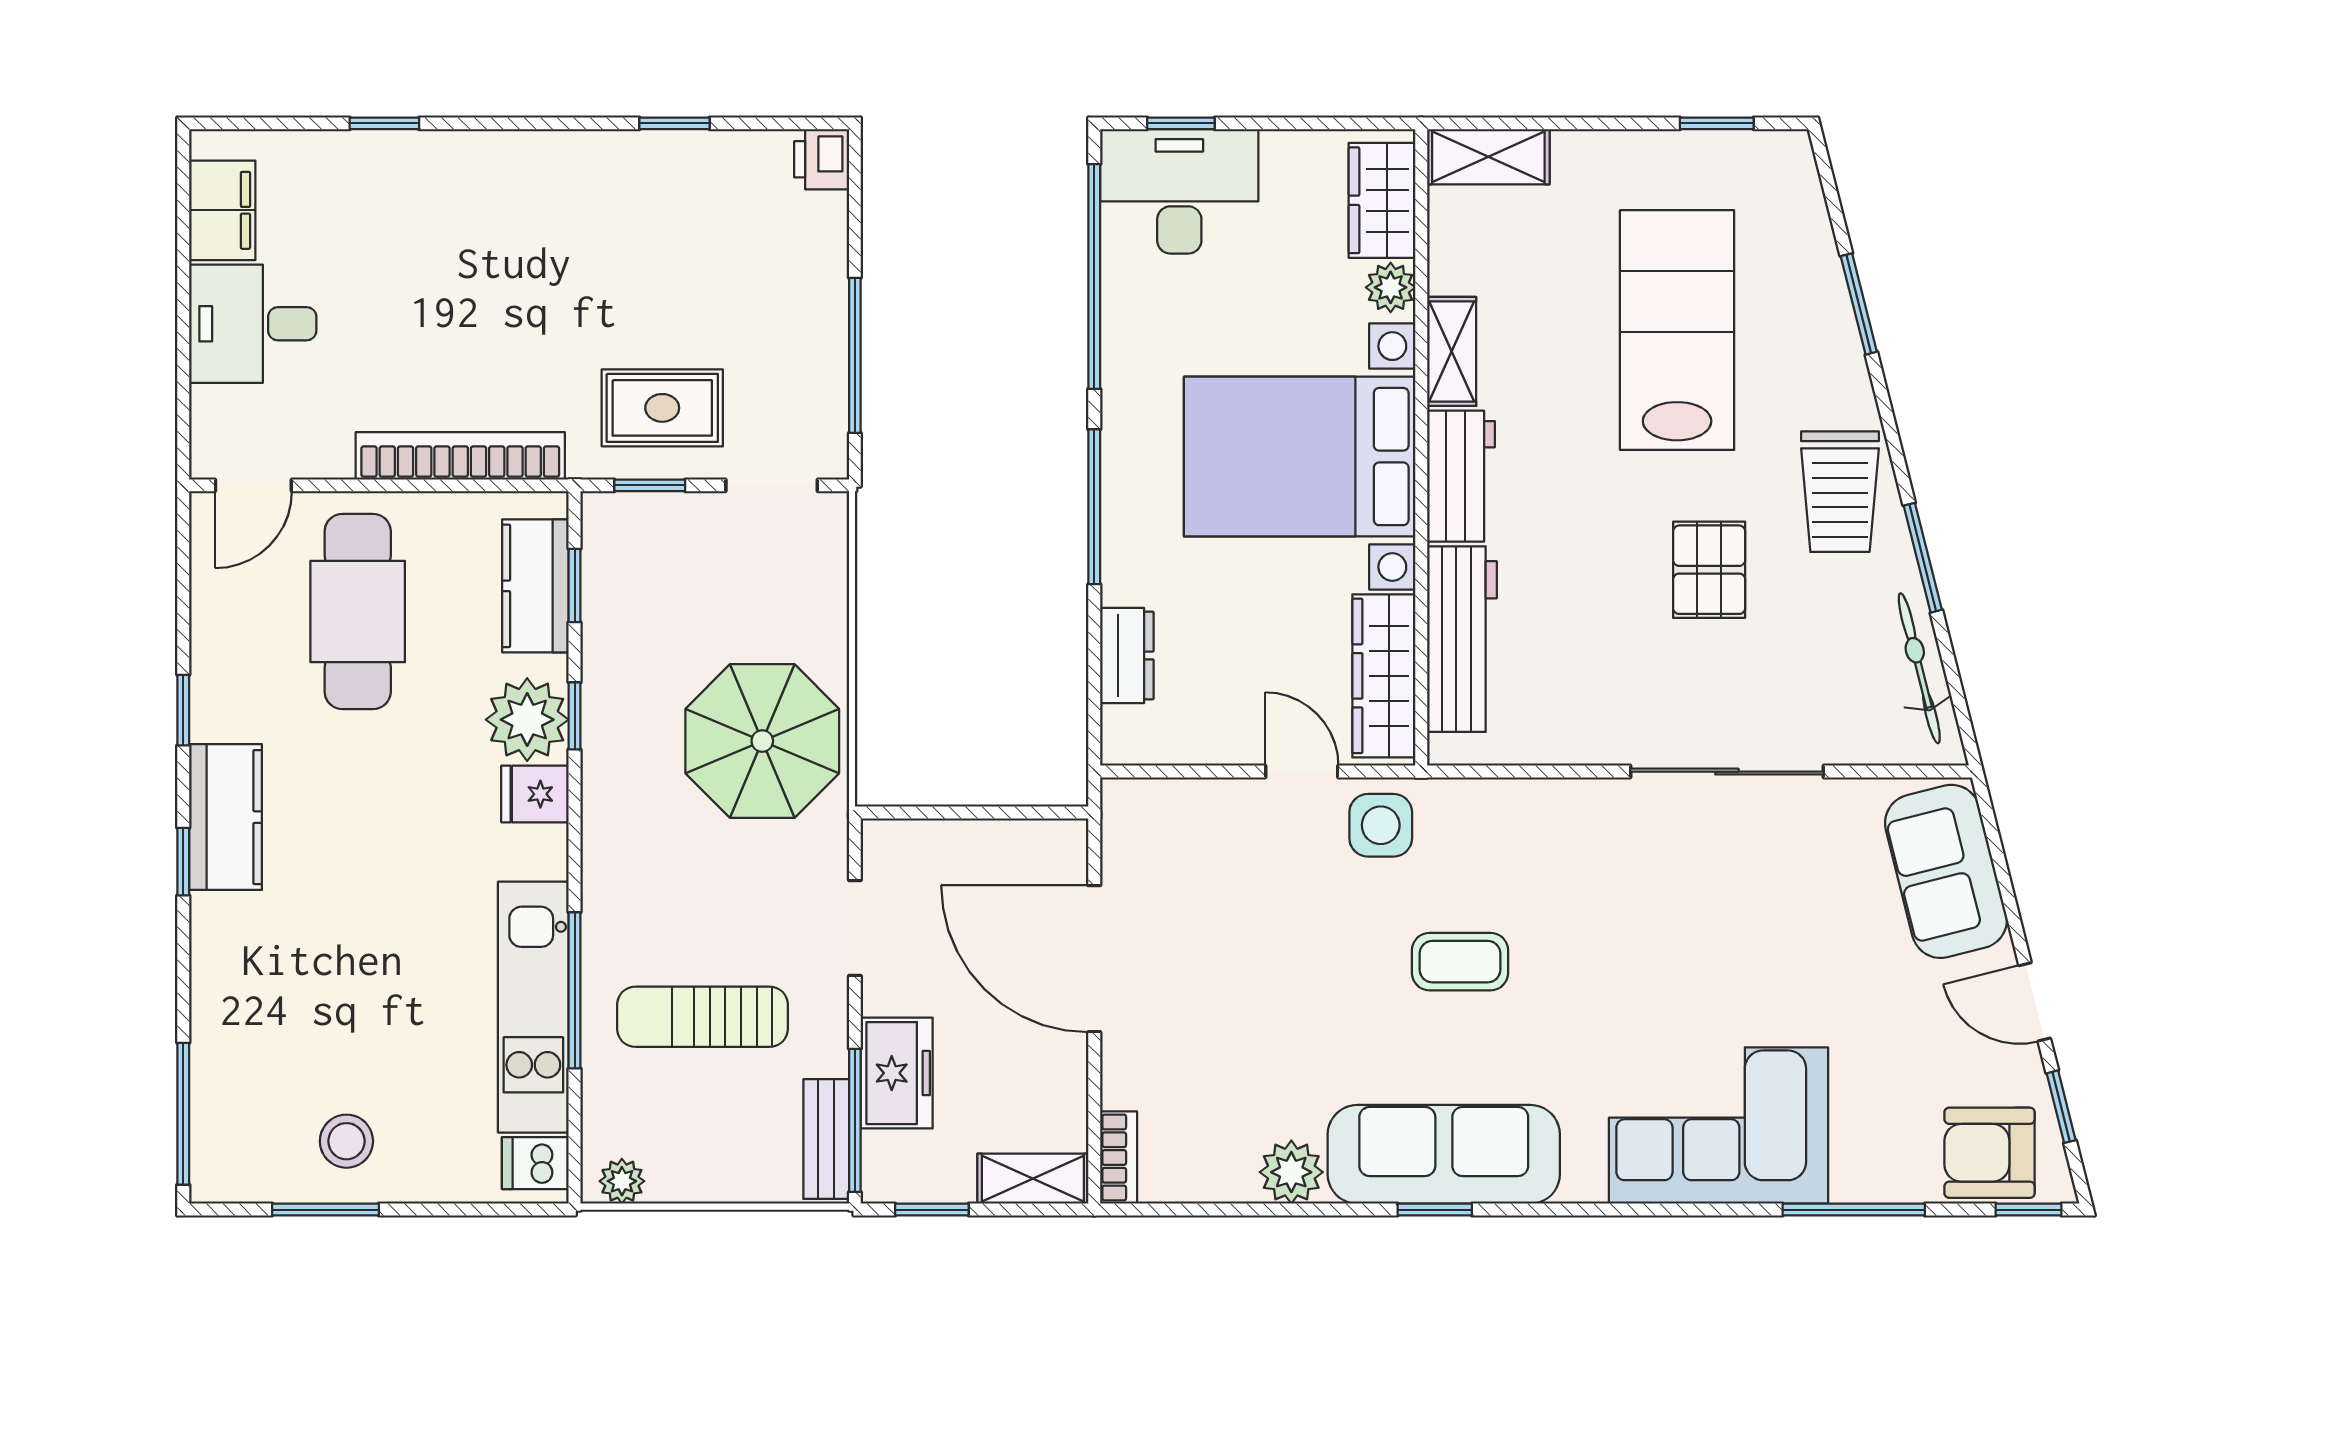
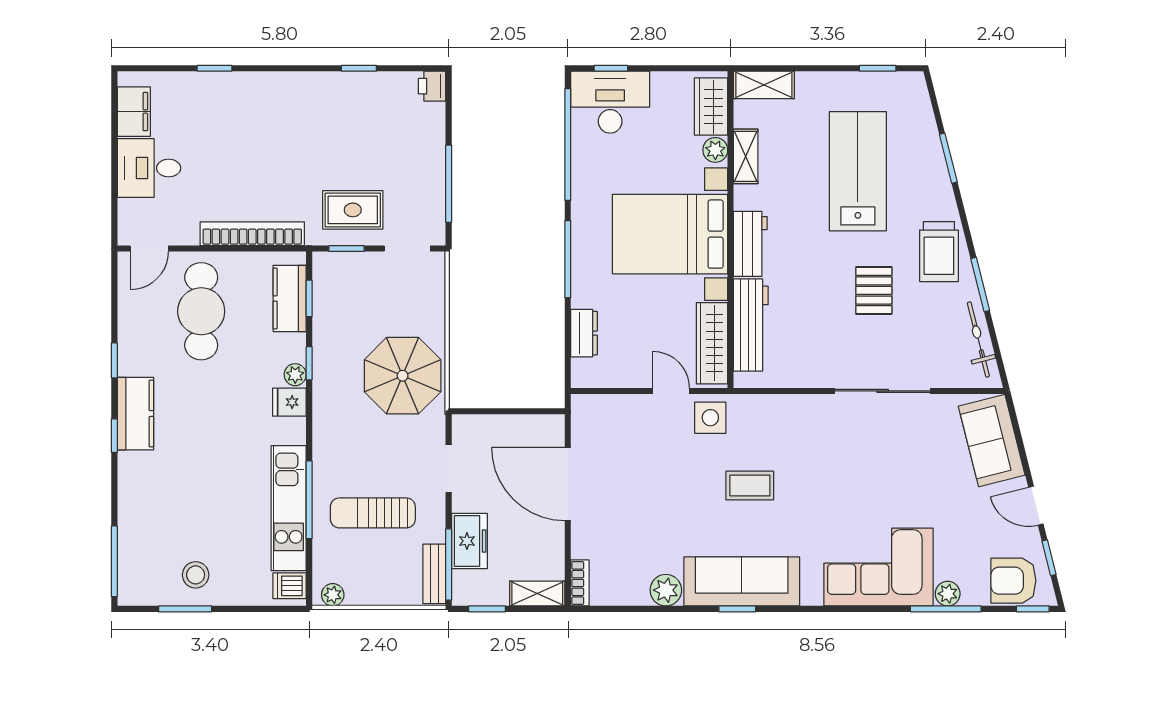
shelving: (1452, 351) -> (746, 156), moved
plant: (527, 720) -> (295, 375), width x0.53, depth x0.53
plant: (1858, 1179) -> (948, 594), added

